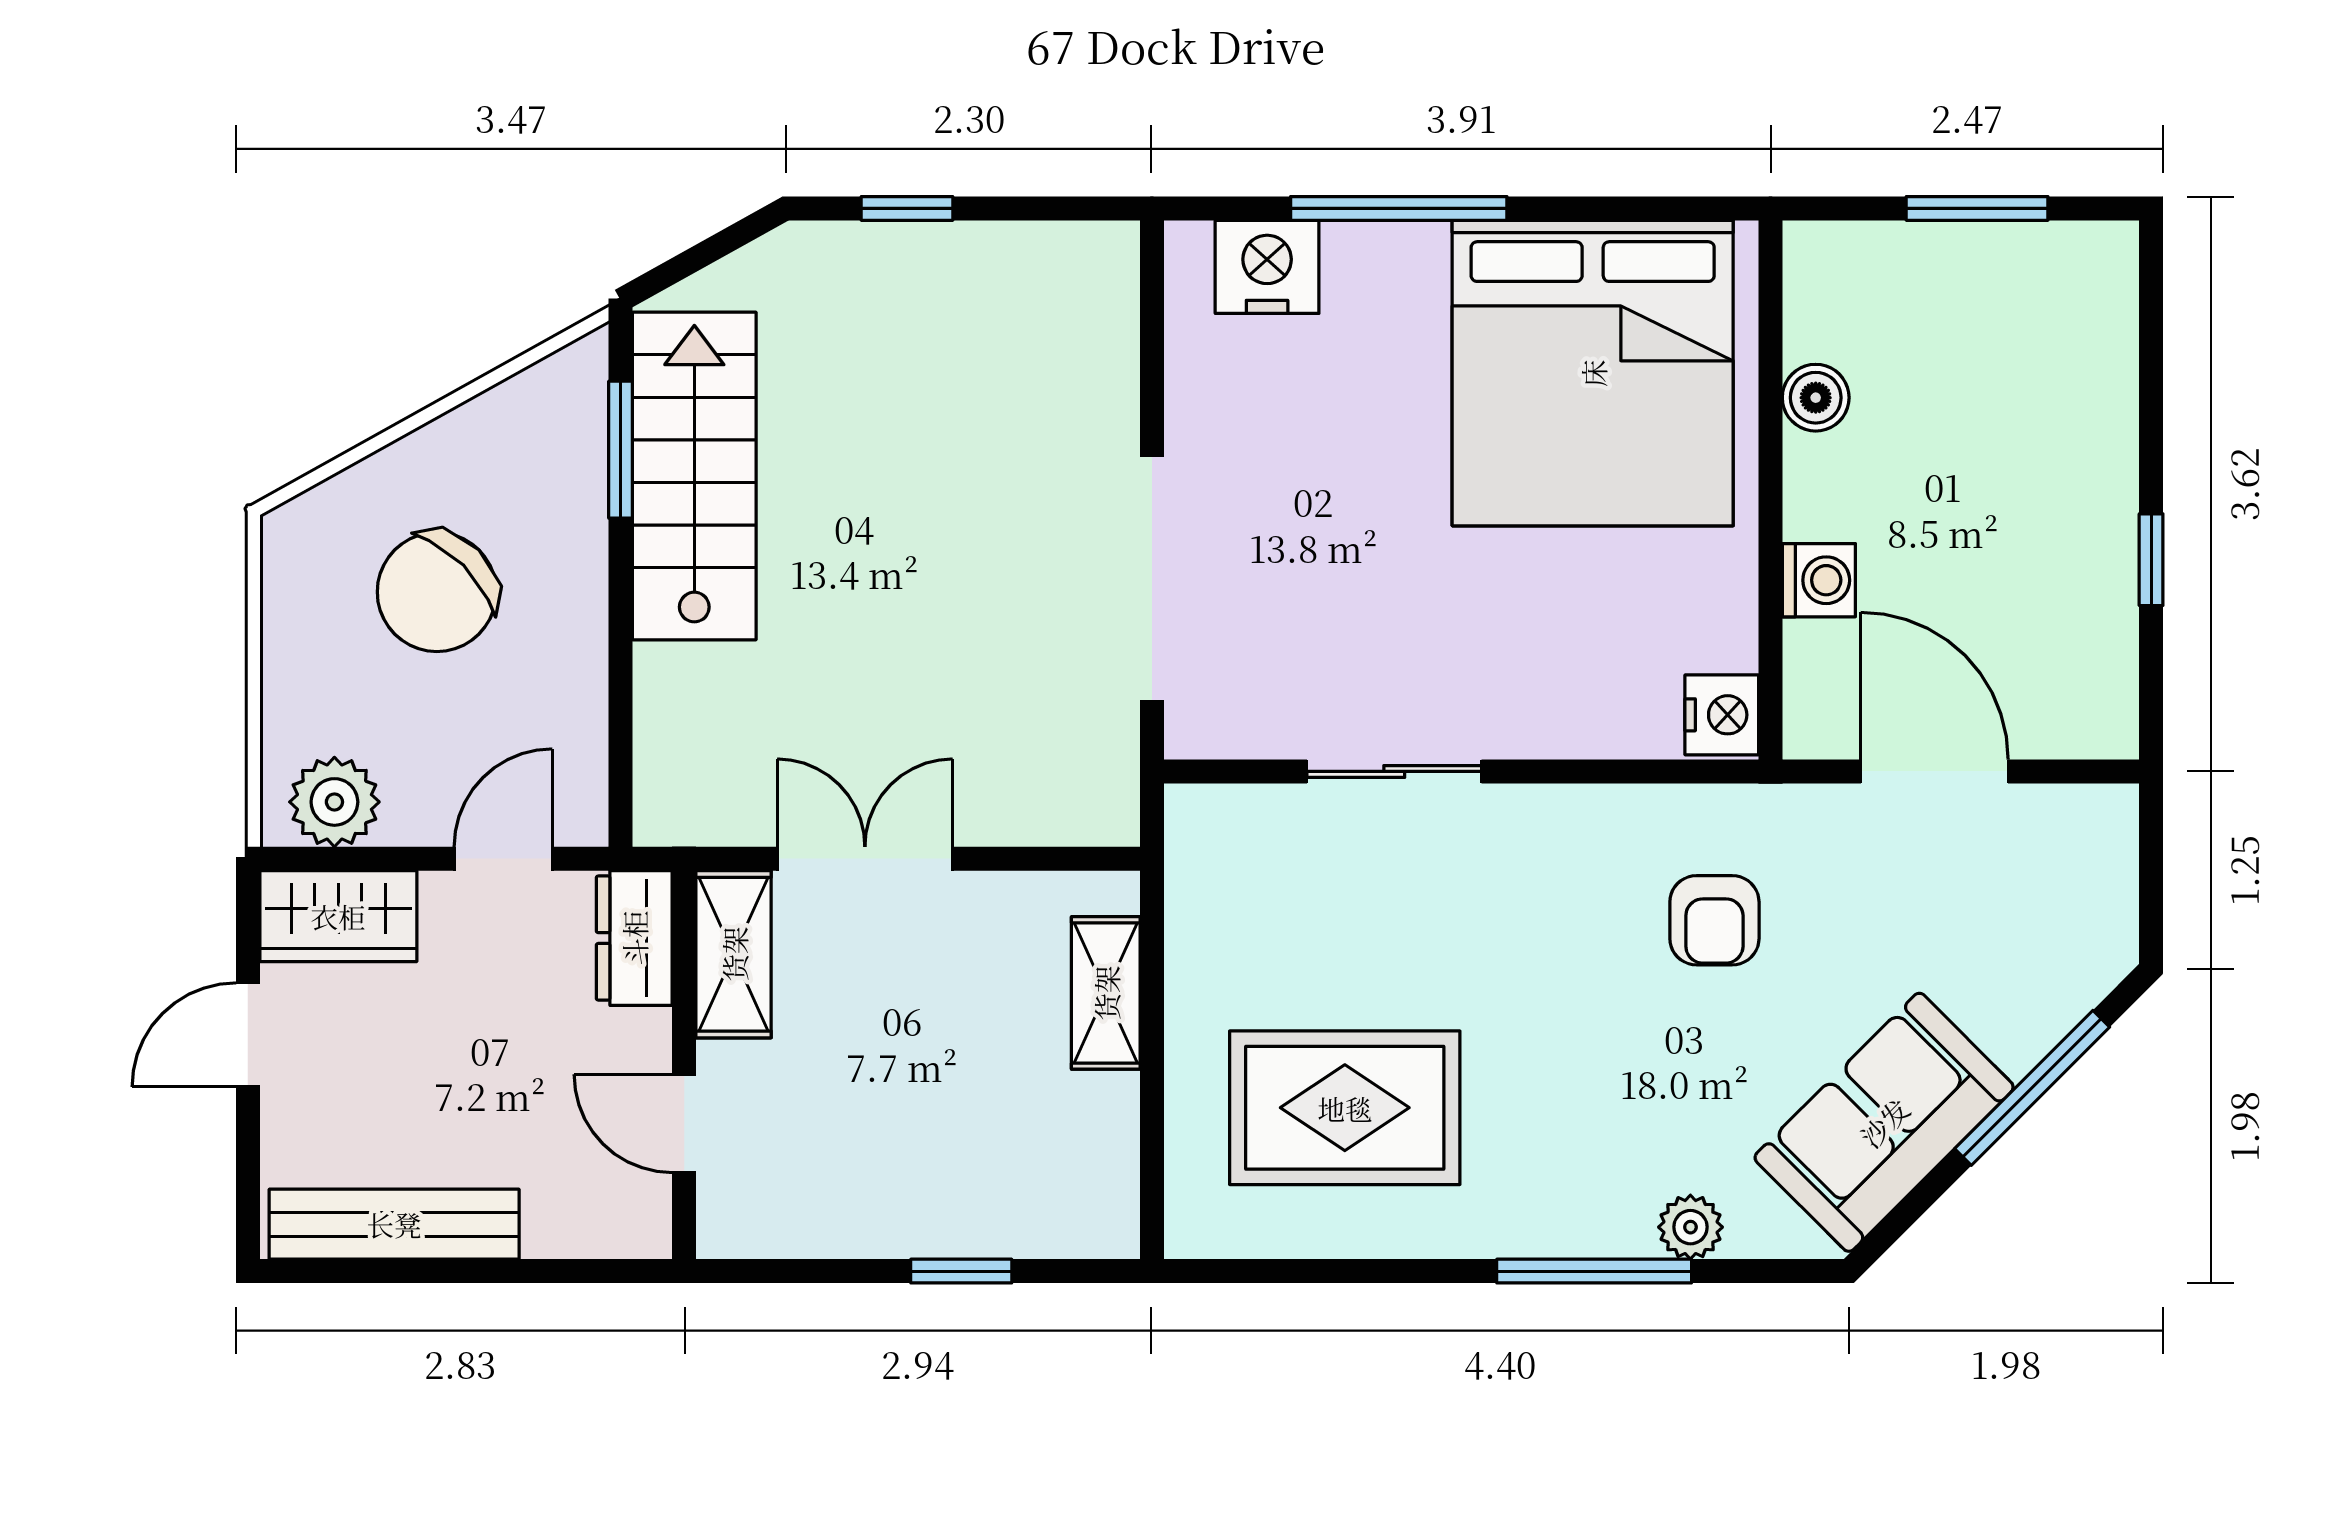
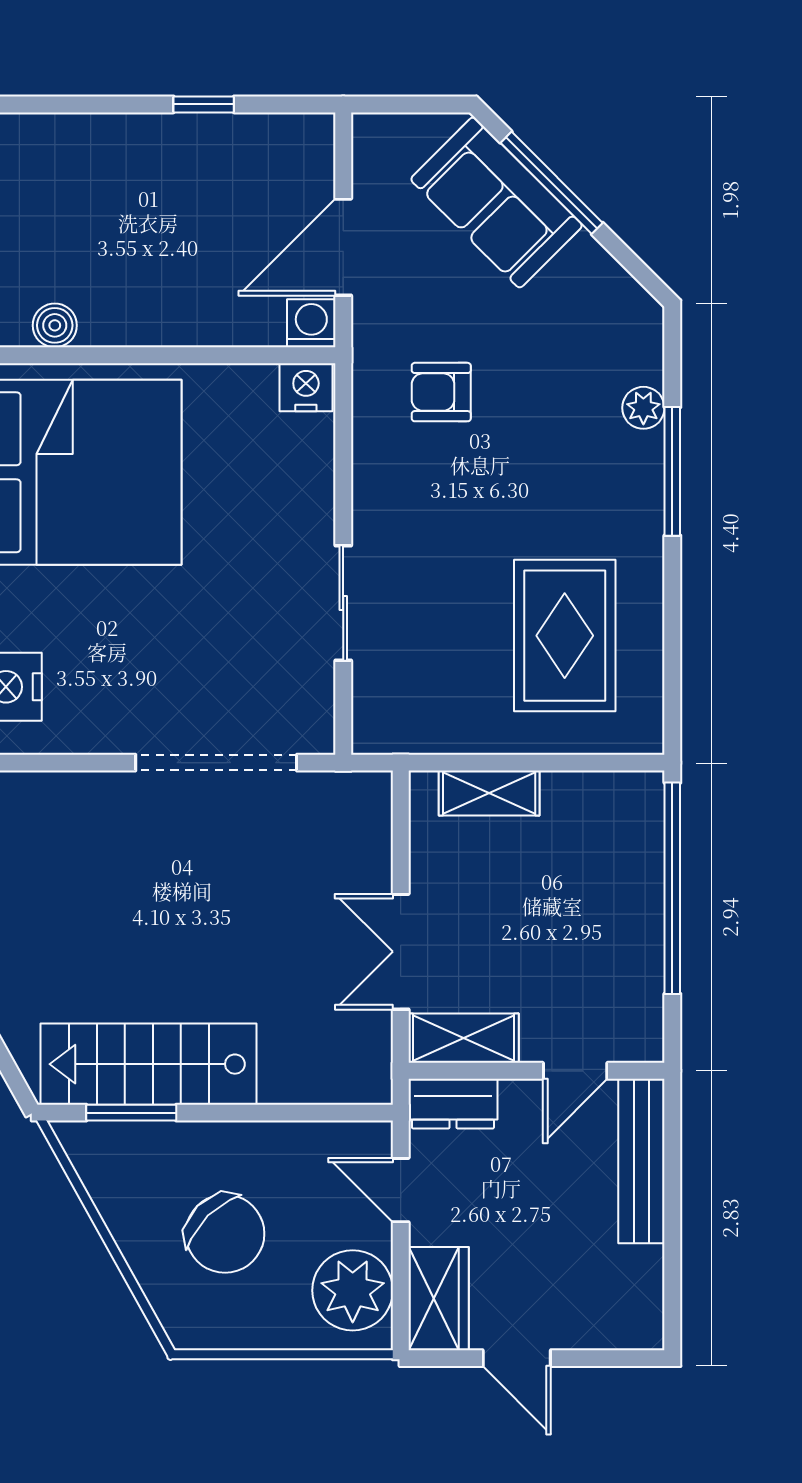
boiler: (1816, 398) -> (55, 325), moved
washing machine: (1819, 580) -> (311, 323), moved
plant: (334, 802) -> (353, 1290), width x1.36, depth x1.36
armchair: (1714, 920) -> (441, 392), turned 180
sofa: (1884, 1122) -> (496, 202), moved
bench: (394, 1224) -> (641, 1161), moved
window: (961, 1271) -> (672, 888), width x3.17

